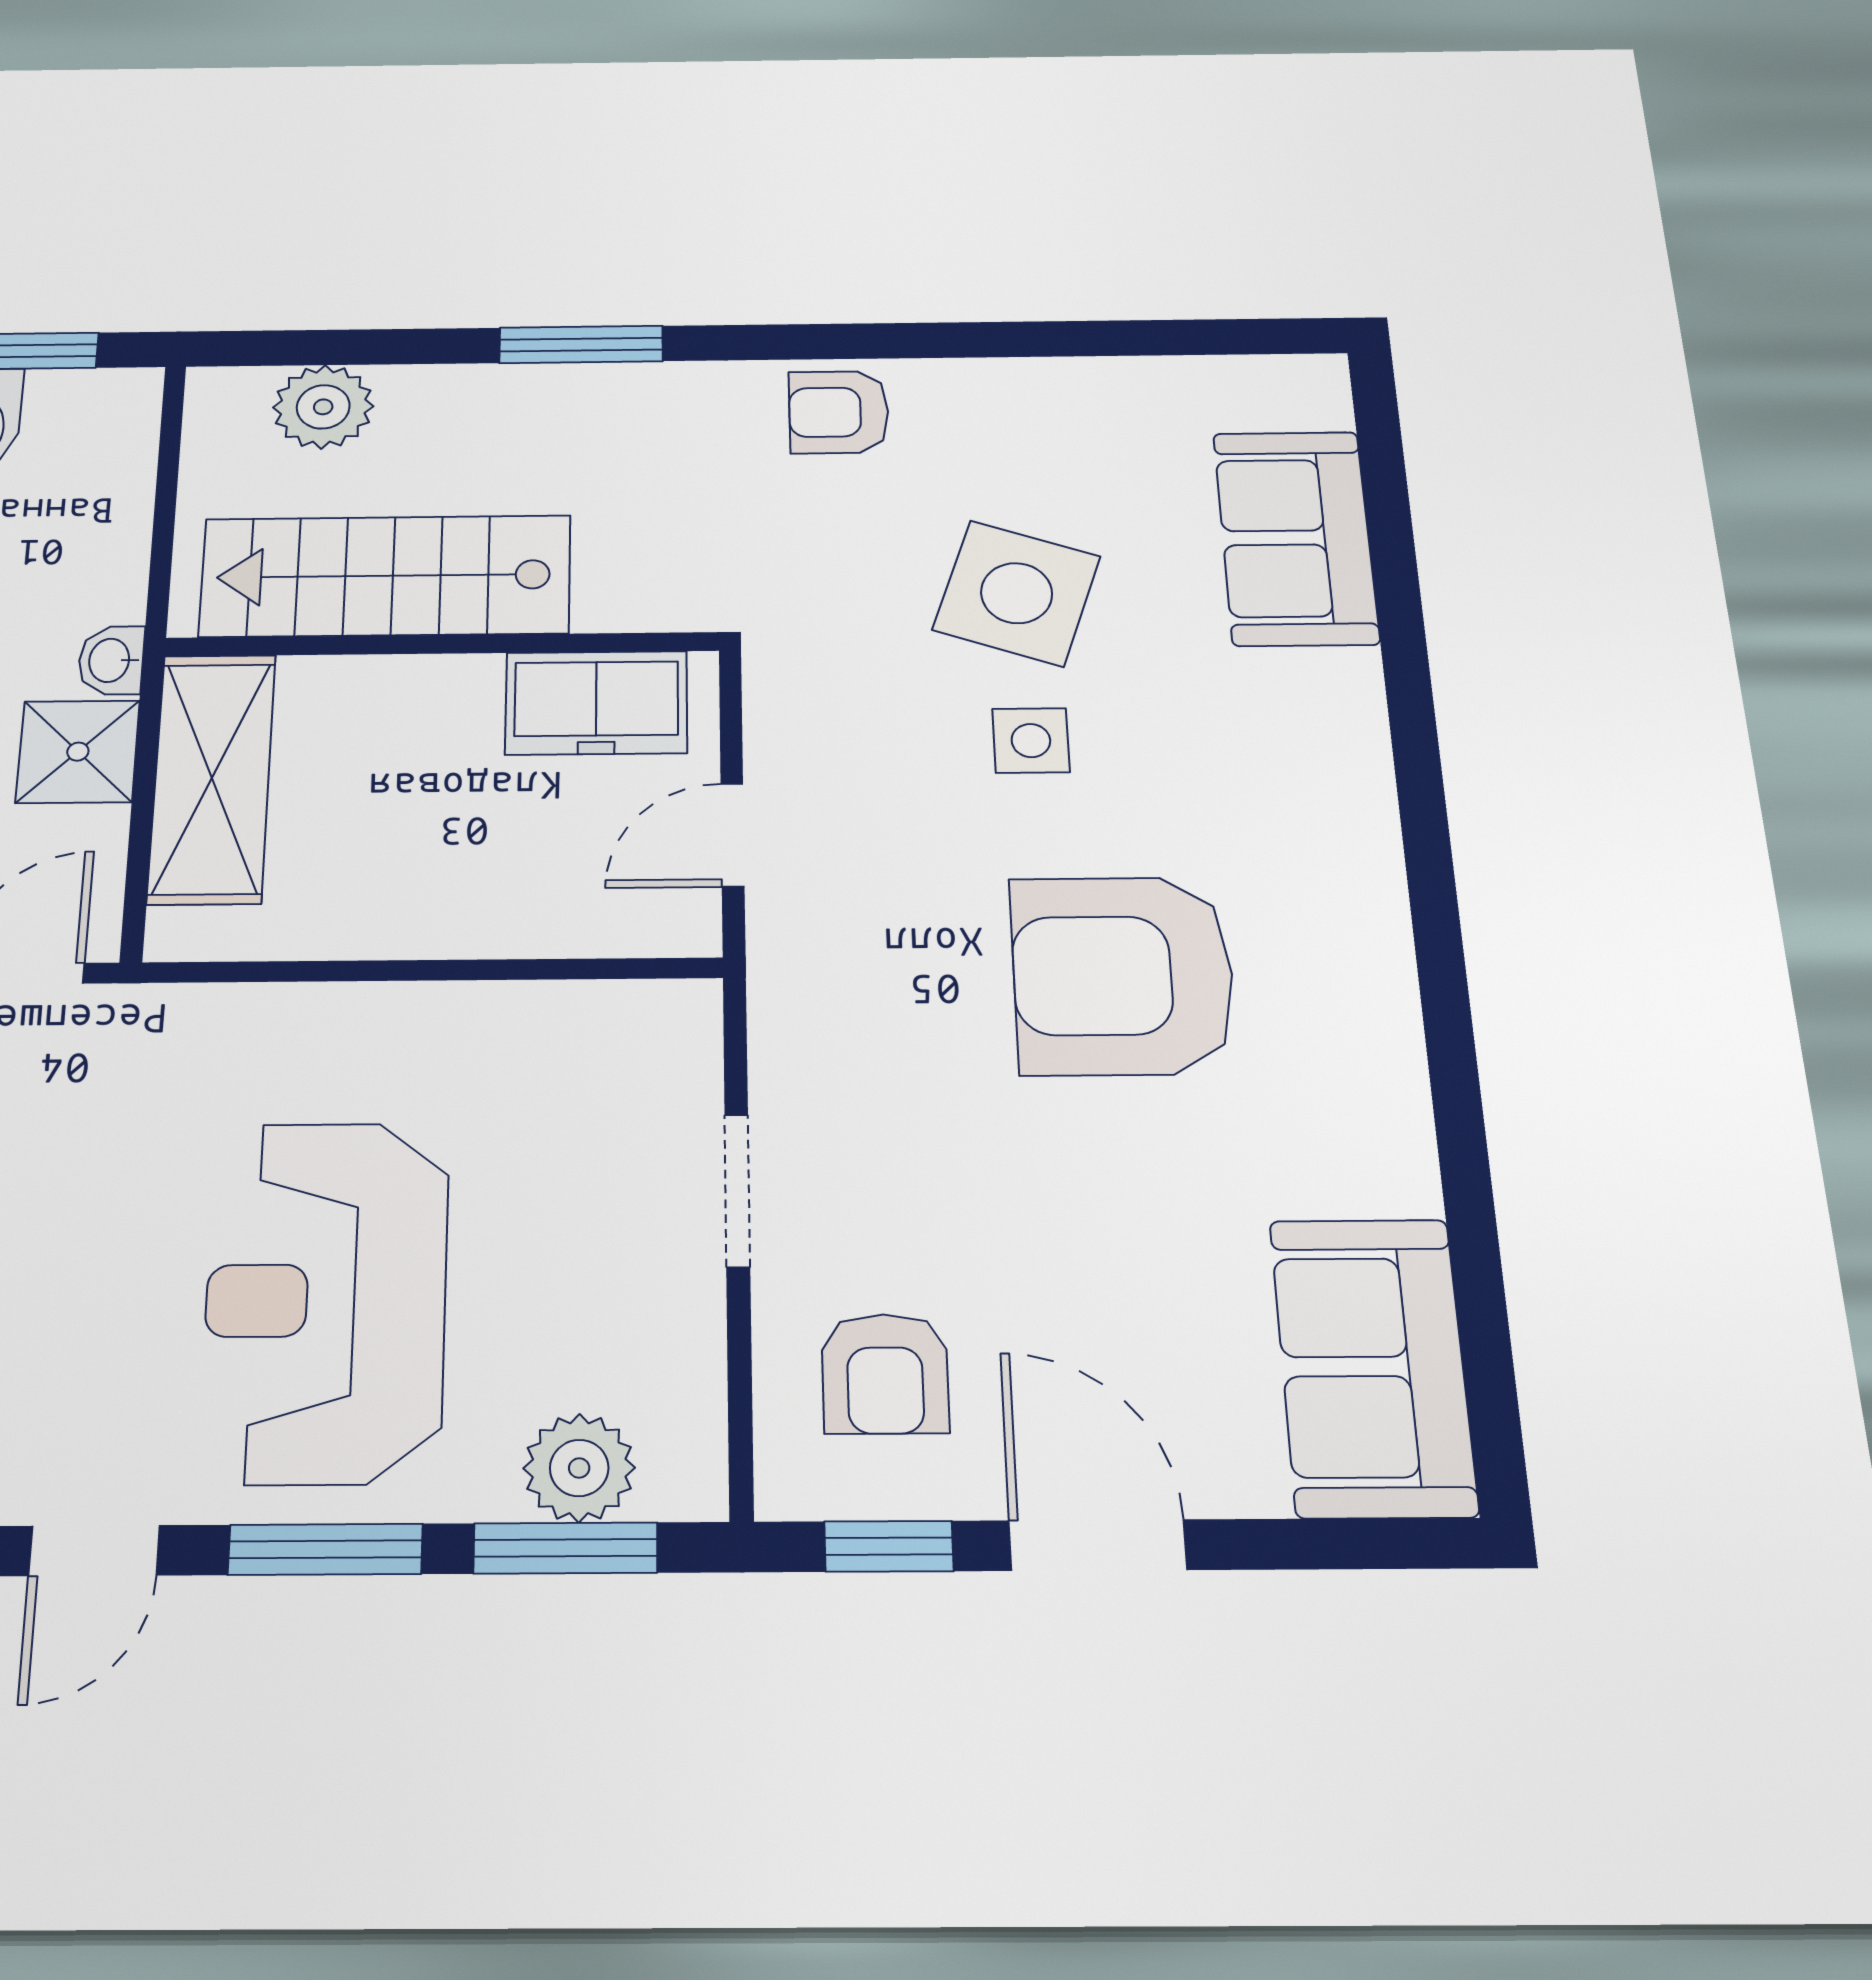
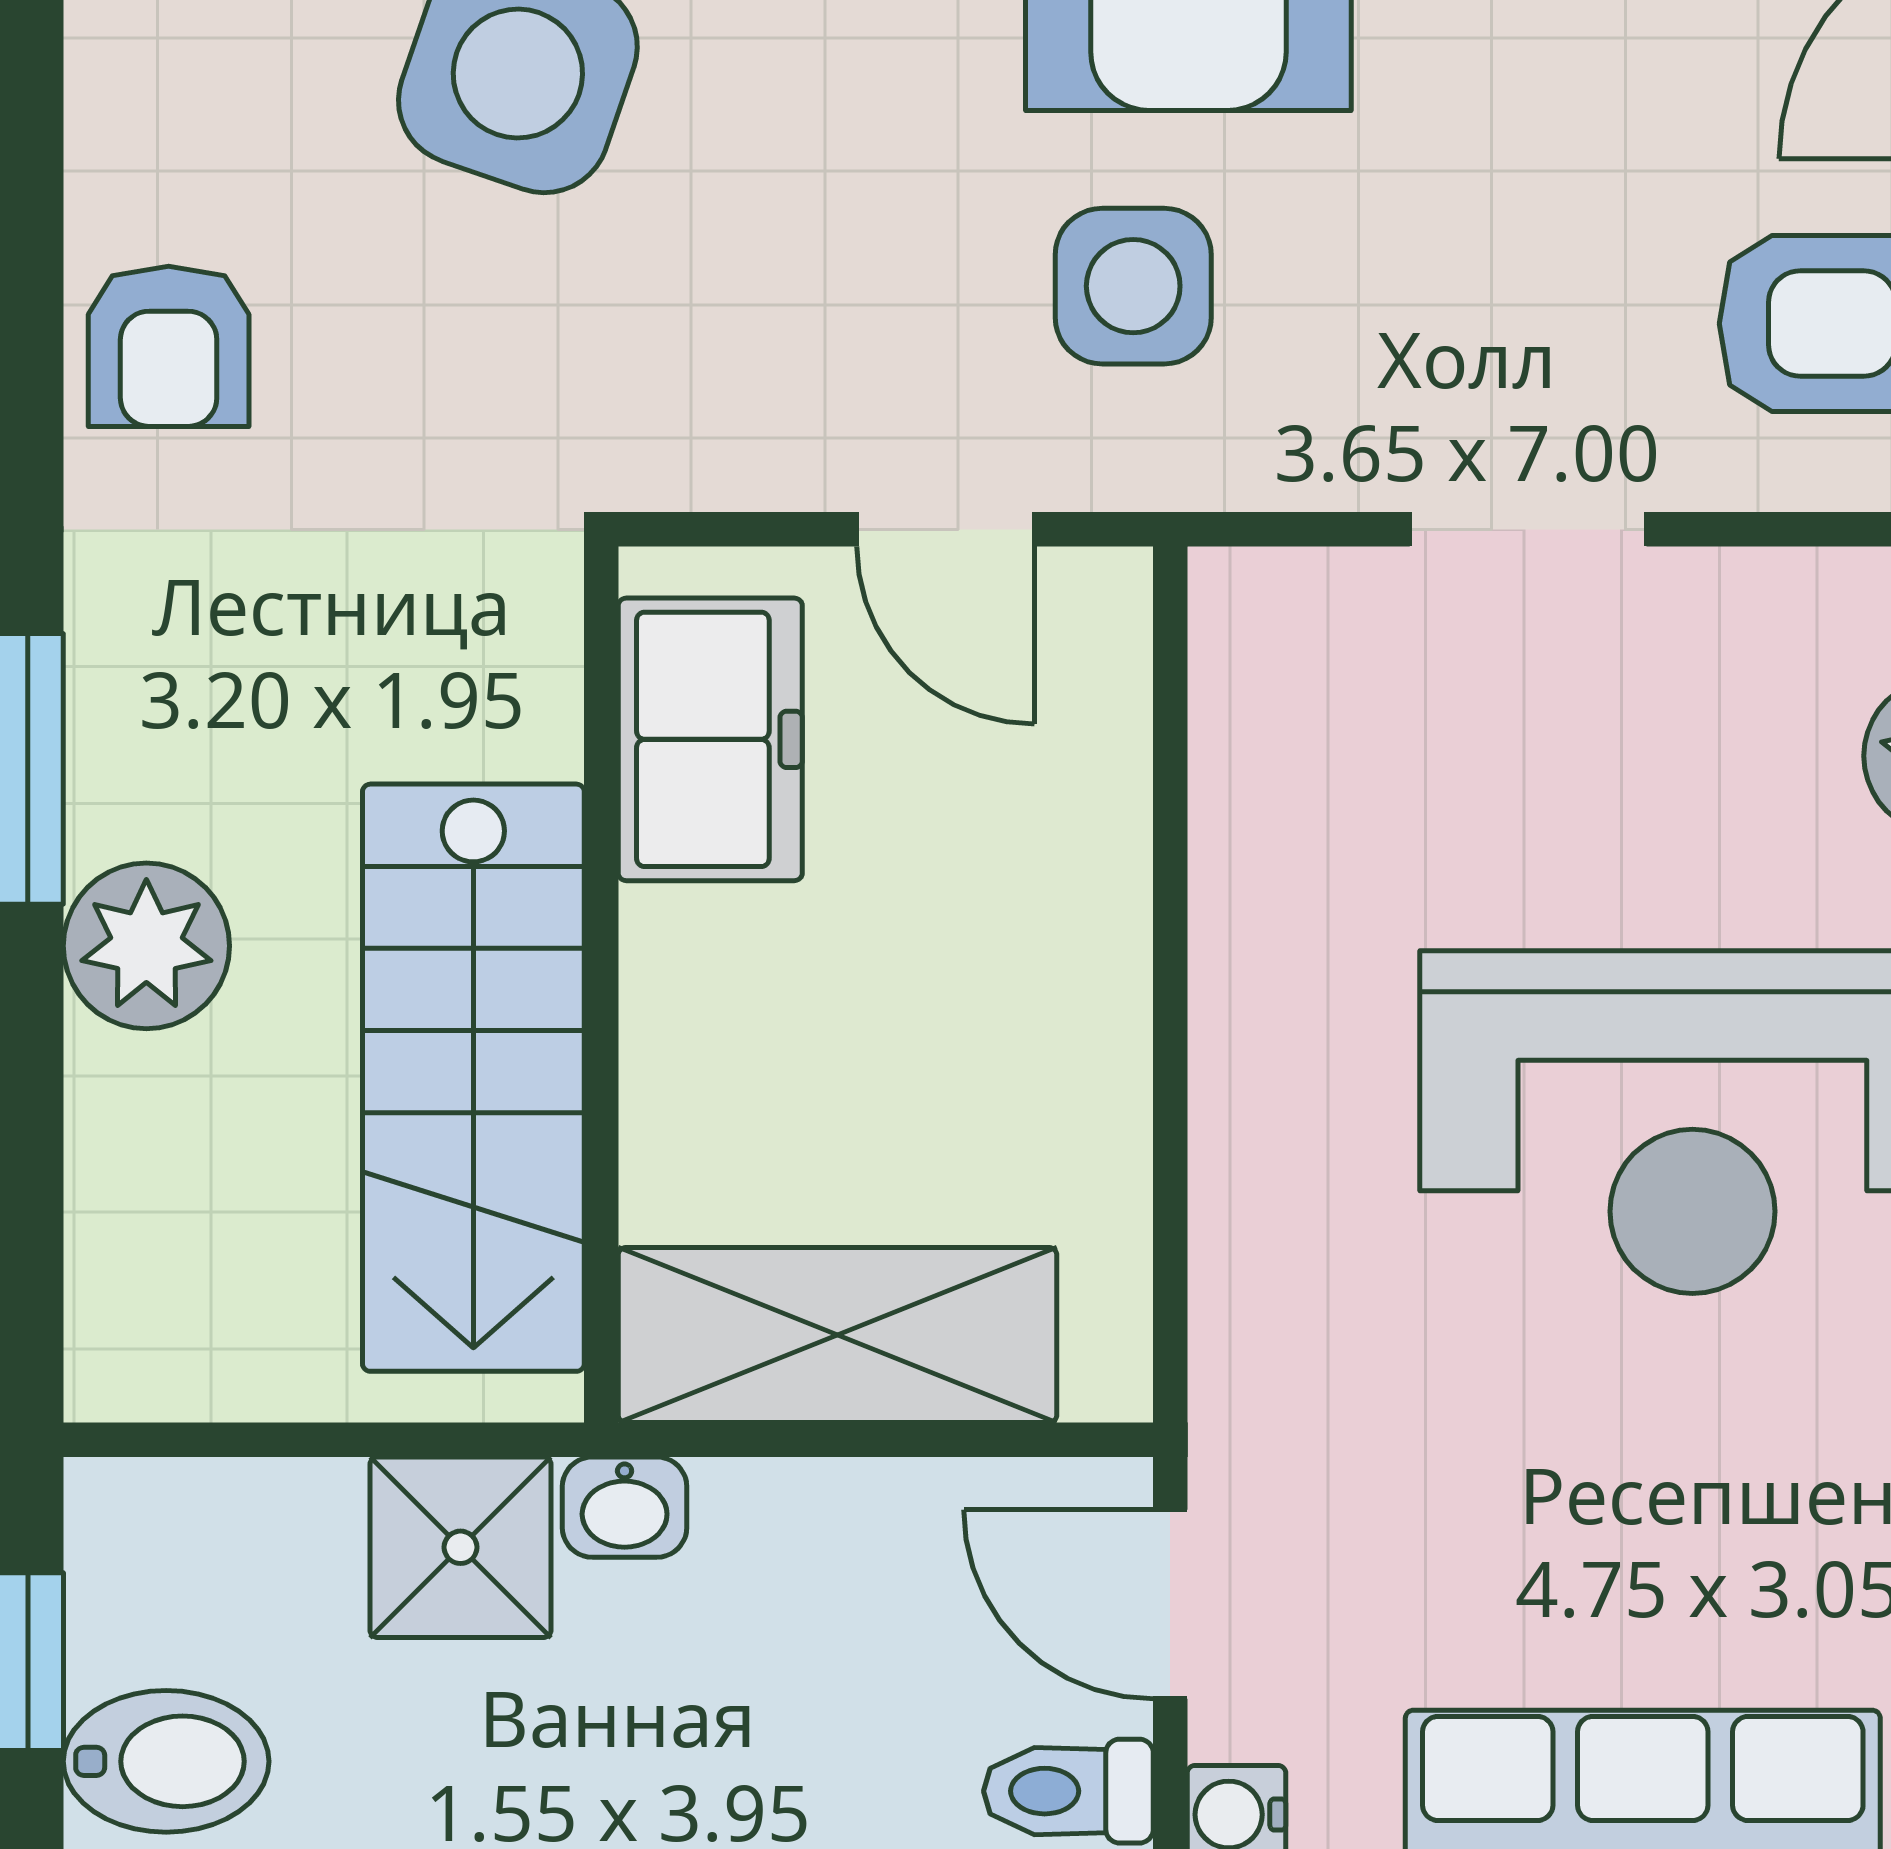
plant: (323, 407) -> (146, 946), moved
side table: (1031, 741) -> (1133, 286), moved, width x1.37, depth x1.37
shower: (78, 752) -> (461, 1547), moved

